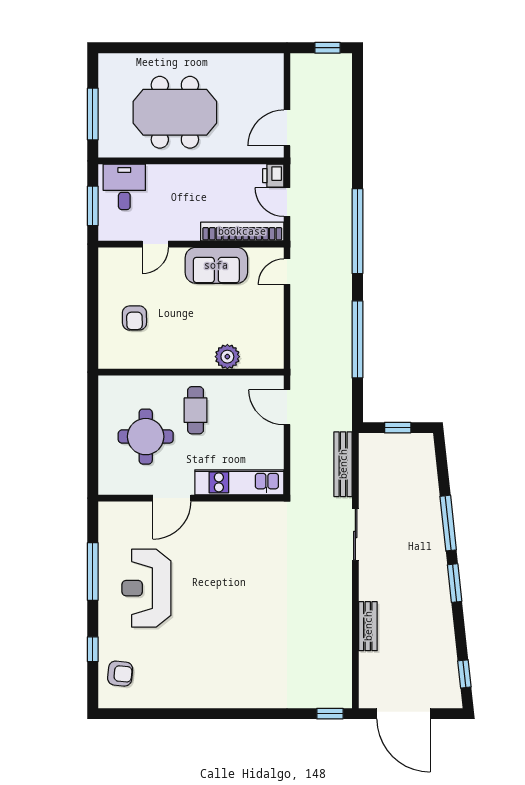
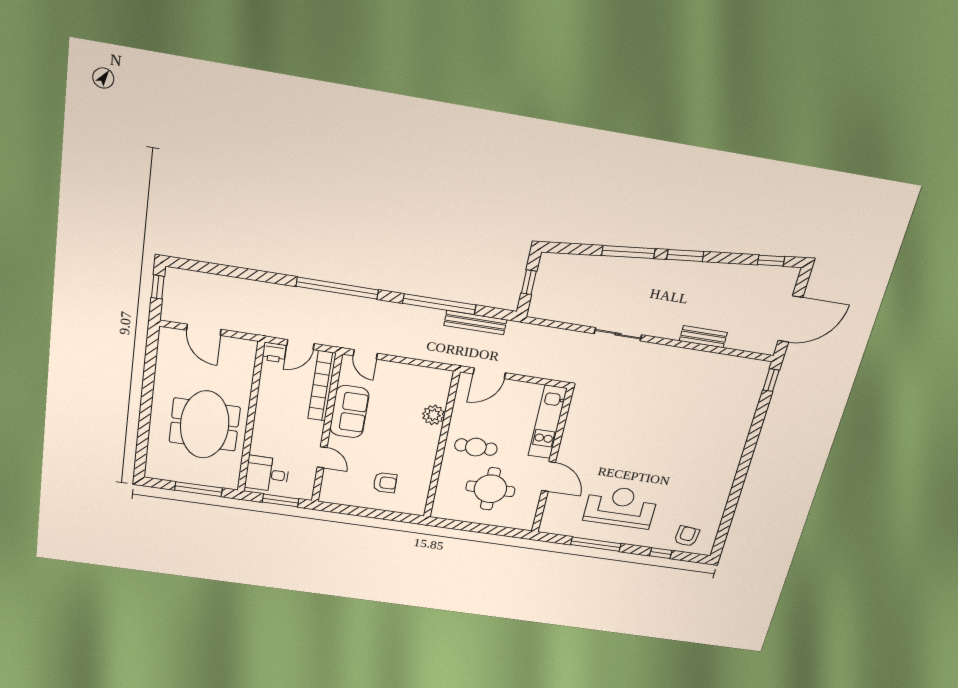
door: (287, 128) -> (204, 330), moved
bench: (343, 464) -> (475, 323), moved
reception desk: (146, 588) -> (621, 507), turned 180

